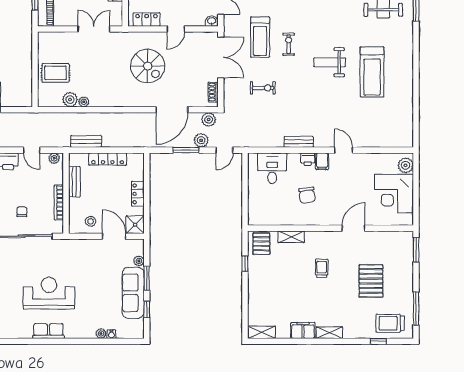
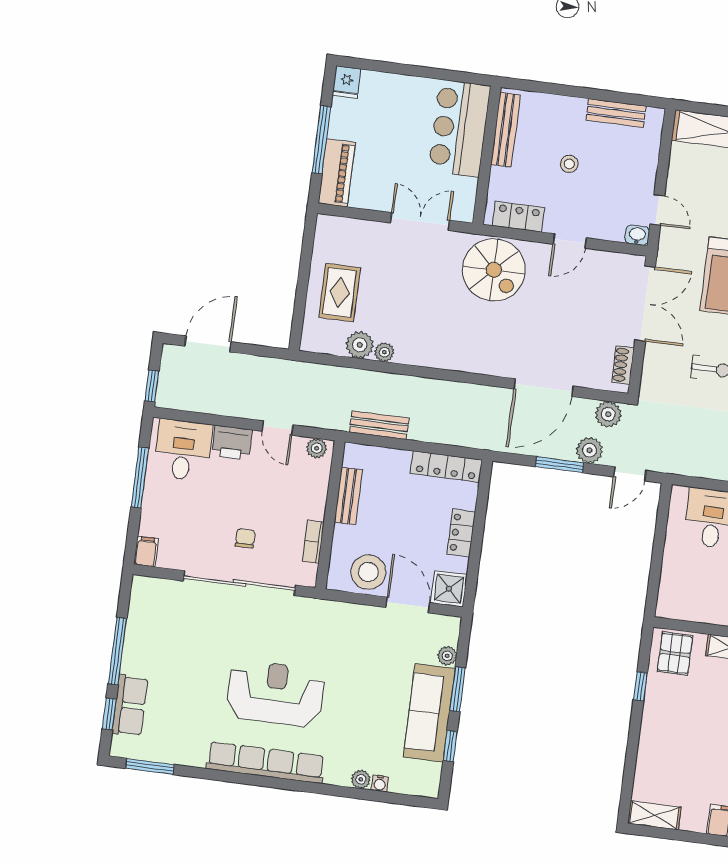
spiral stairs: (148, 66) -> (494, 270), moved
rug: (55, 73) -> (340, 292), turned 90
locker: (108, 159) -> (446, 467), moved
bookcase: (59, 202) -> (313, 542), width x0.64
stool: (90, 221) -> (368, 572), width x1.89, depth x1.89
row of seats: (49, 331) -> (266, 762), width x2.02

